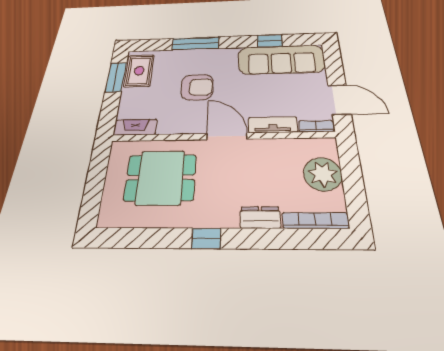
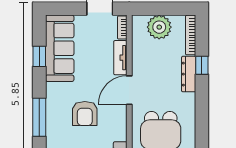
armchair: (197, 87) -> (85, 113), turned 180
dresser: (260, 218) -> (189, 74), width x1.44
window: (206, 238) -> (202, 65), moved

